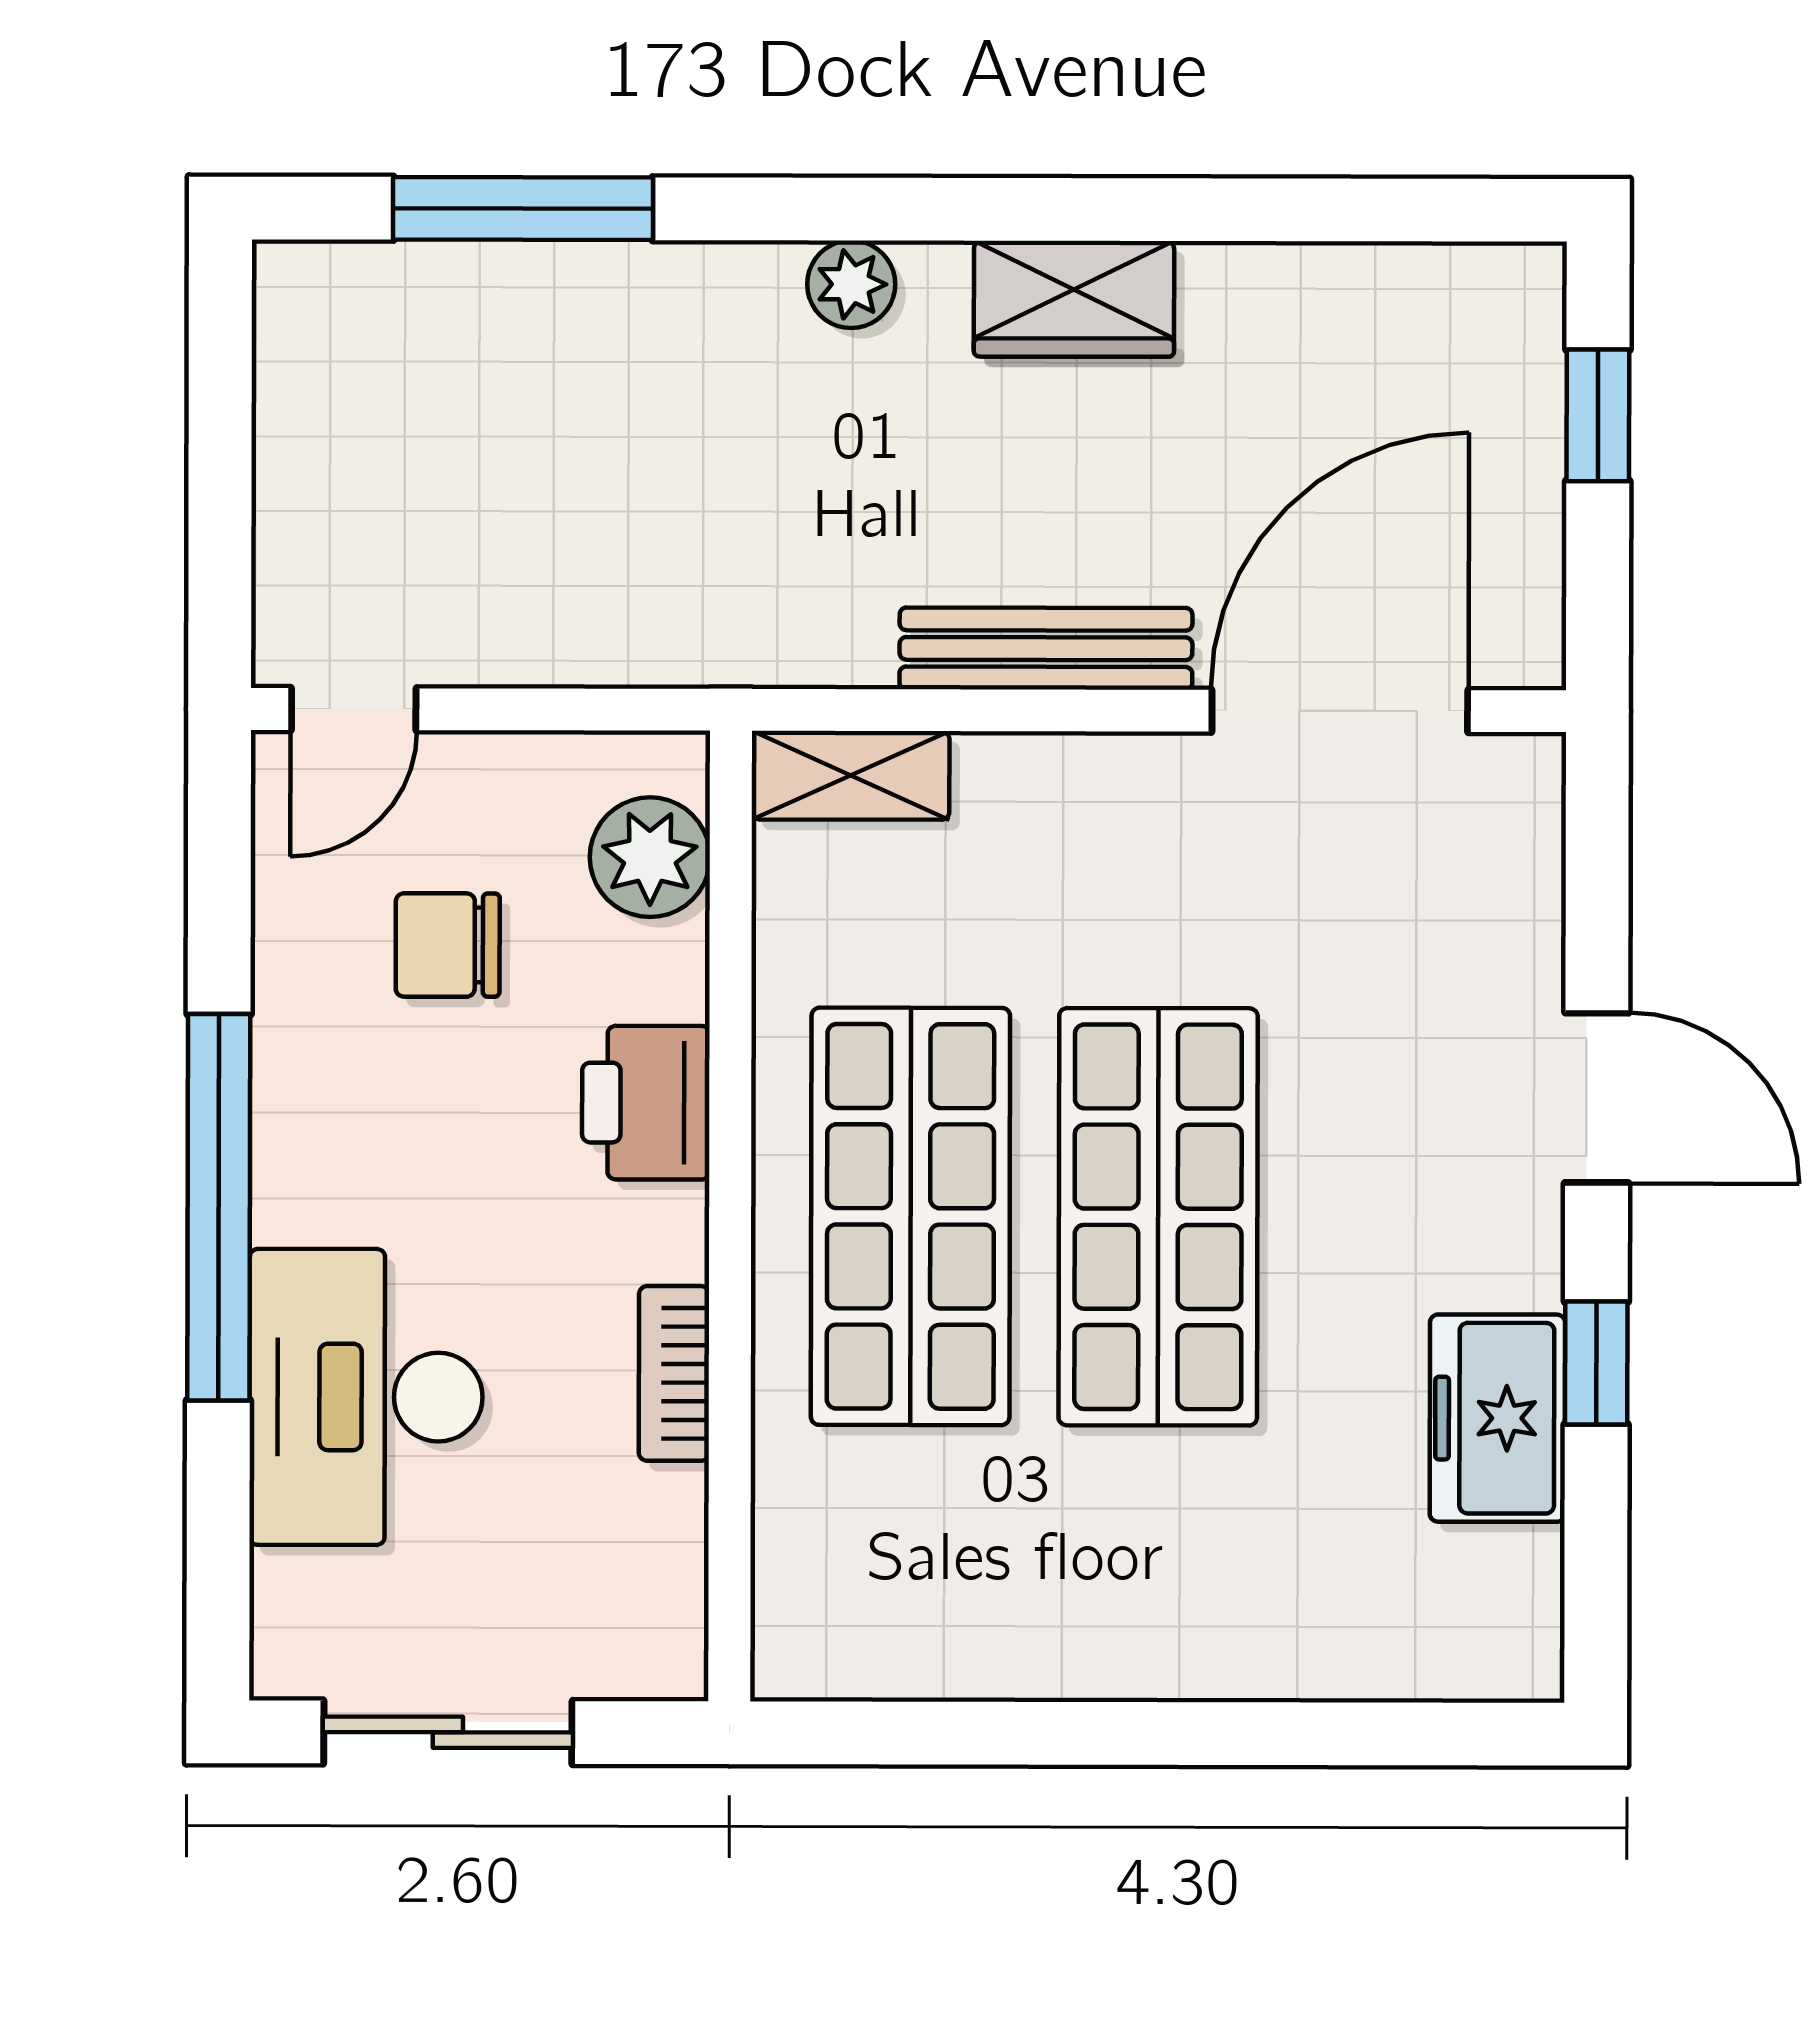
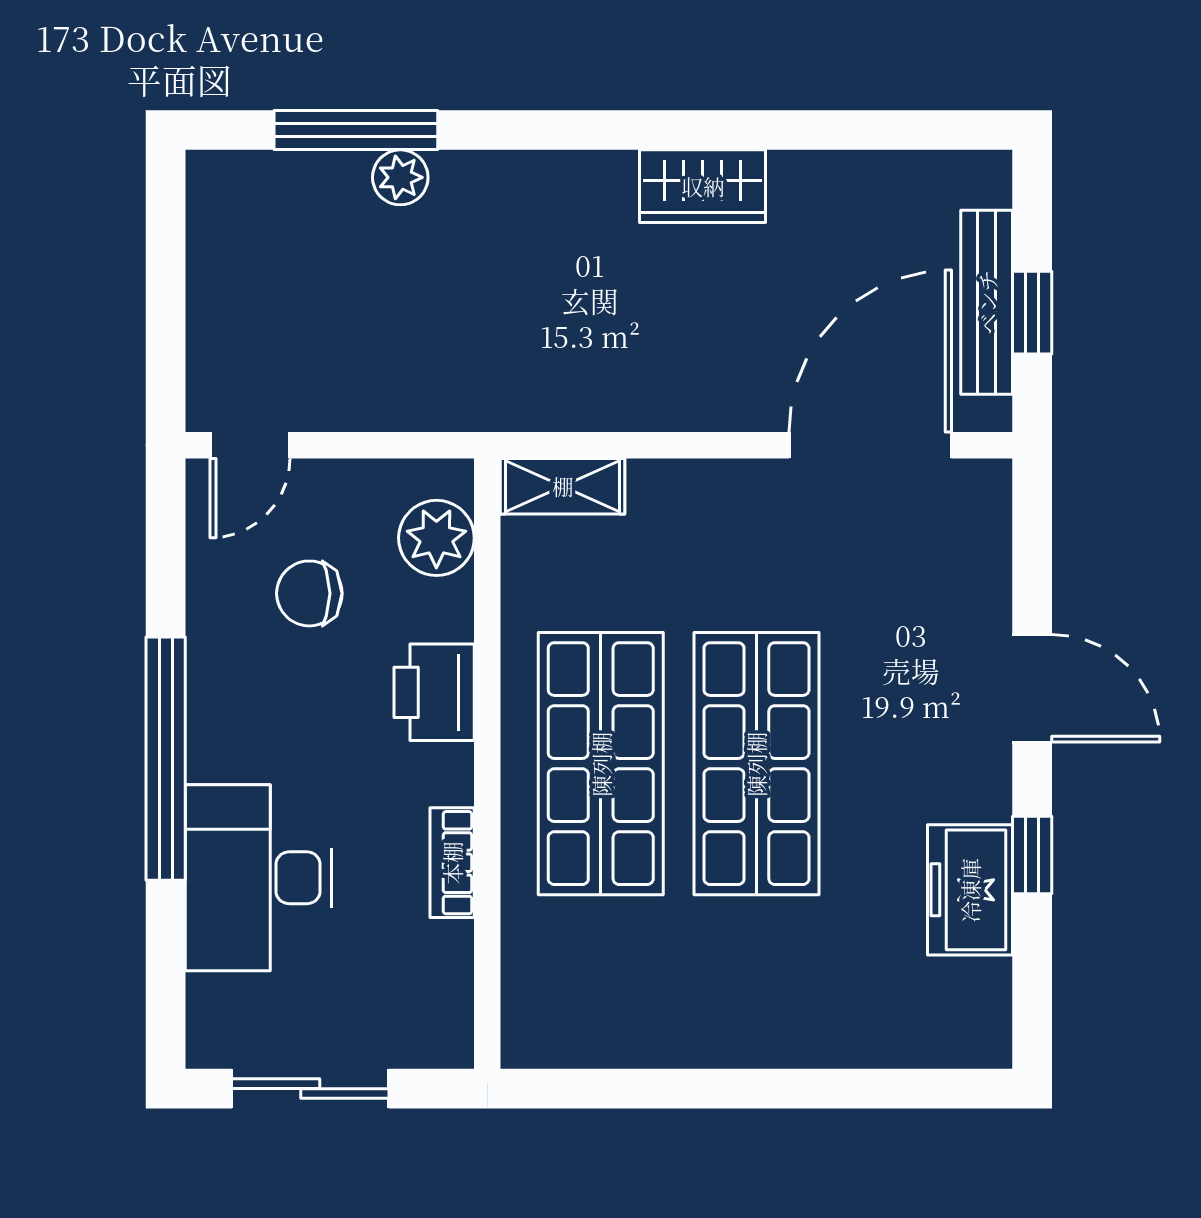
plant: (851, 284) -> (400, 177), moved
window: (1598, 415) -> (1032, 313), moved
bench: (1046, 649) -> (987, 302), moved, turned 90

